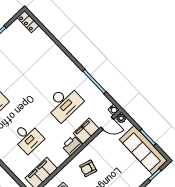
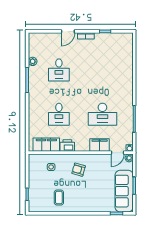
locker: (28, 22) -> (128, 42), removed
door: (107, 123) -> (118, 153), hinge flipped
printer: (72, 146) -> (67, 146), moved

